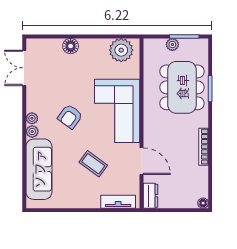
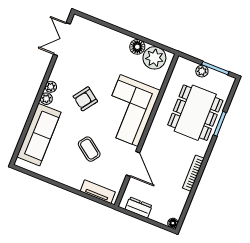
floor lamp: (71, 46) -> (137, 47), moved
dresser: (150, 196) -> (139, 208), moved, turned -90

